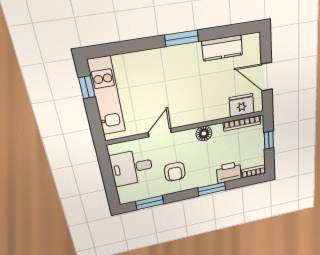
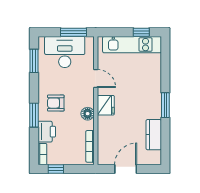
fridge: (242, 105) -> (106, 105), moved
window: (269, 140) -> (56, 169), moved
desk: (132, 168) -> (65, 52), width x1.37
window: (106, 169) -> (73, 32), added
armchair: (175, 172) -> (56, 103), moved

